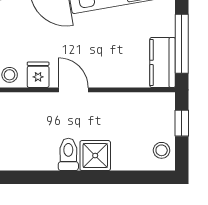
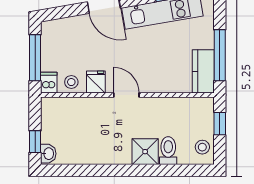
toilet: (68, 154) -> (168, 151), moved

